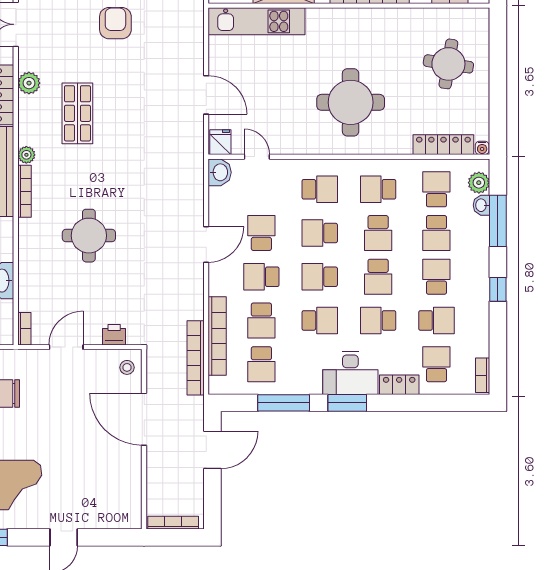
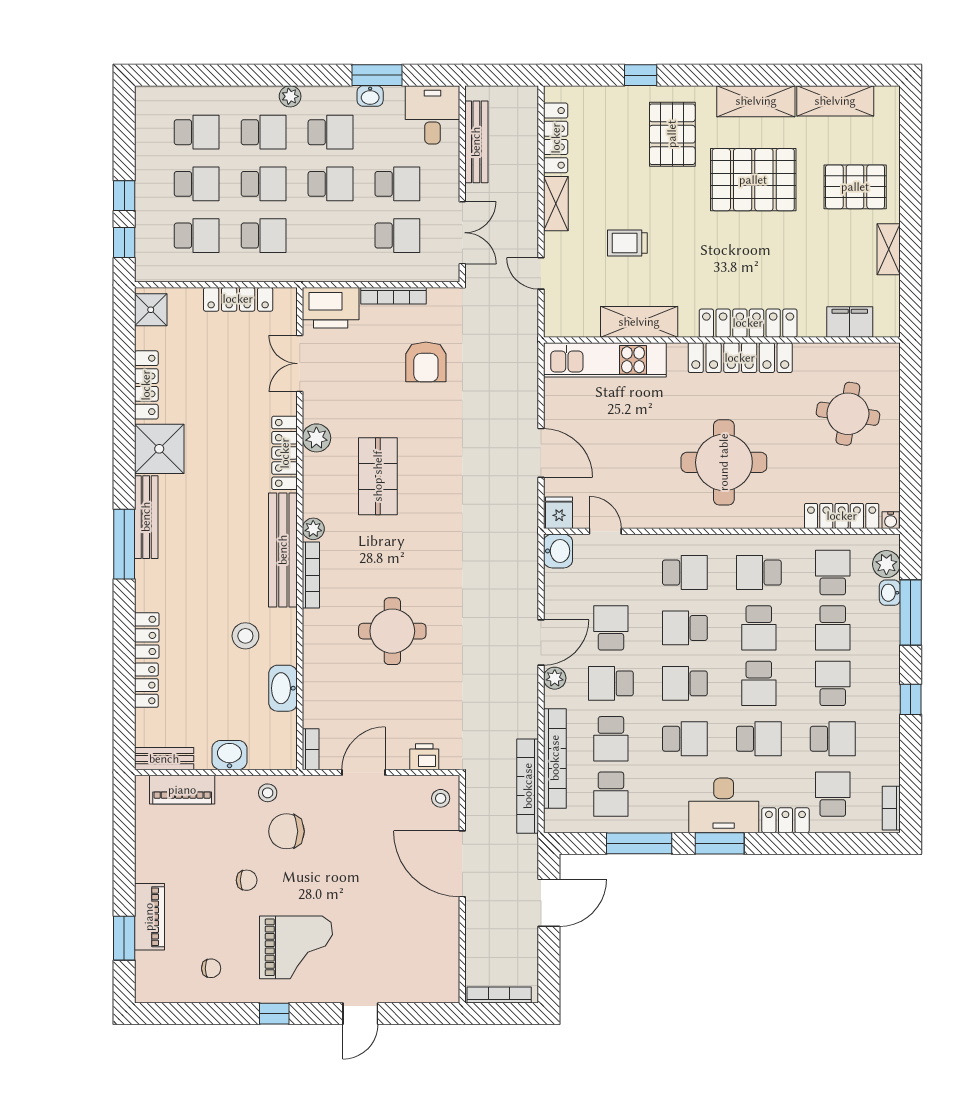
locker: (363, 20) -> (740, 358), added
armchair: (115, 23) -> (426, 362), turned 180
plant: (217, 273) -> (555, 678), added
school desk: (378, 320) -> (759, 739), turned 180

